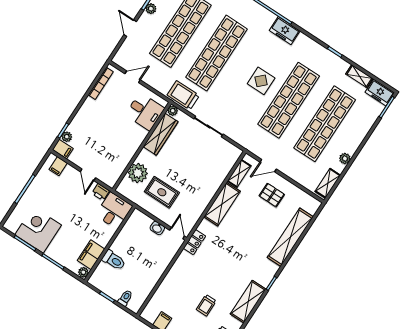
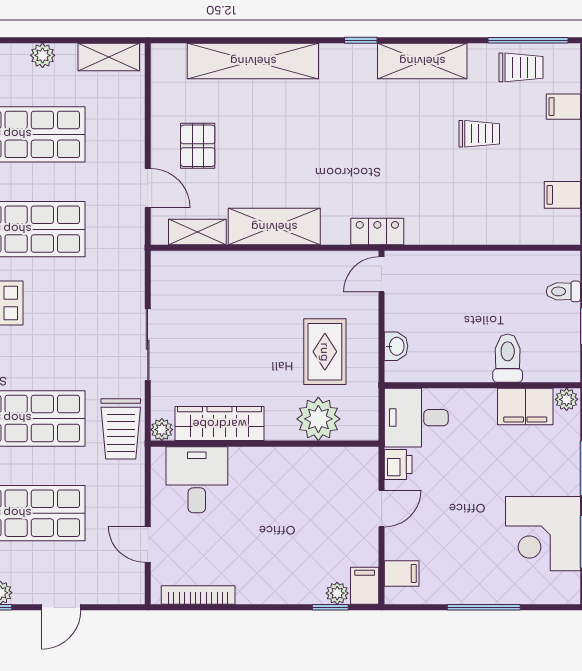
washbasin: (157, 228) -> (396, 346), moved

